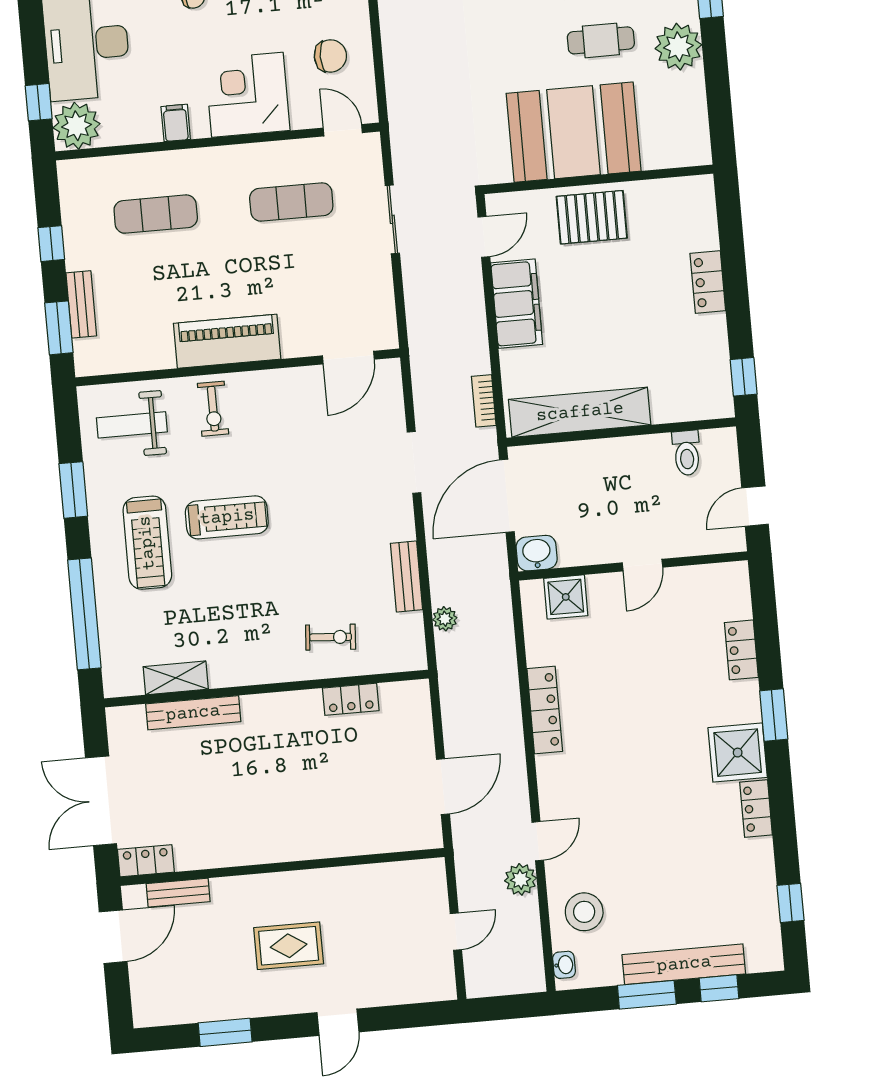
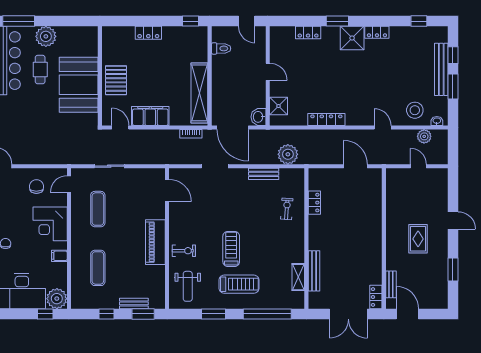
plant: (445, 619) -> (288, 154), width x1.87, depth x1.87
plant: (521, 879) -> (424, 136), moved

